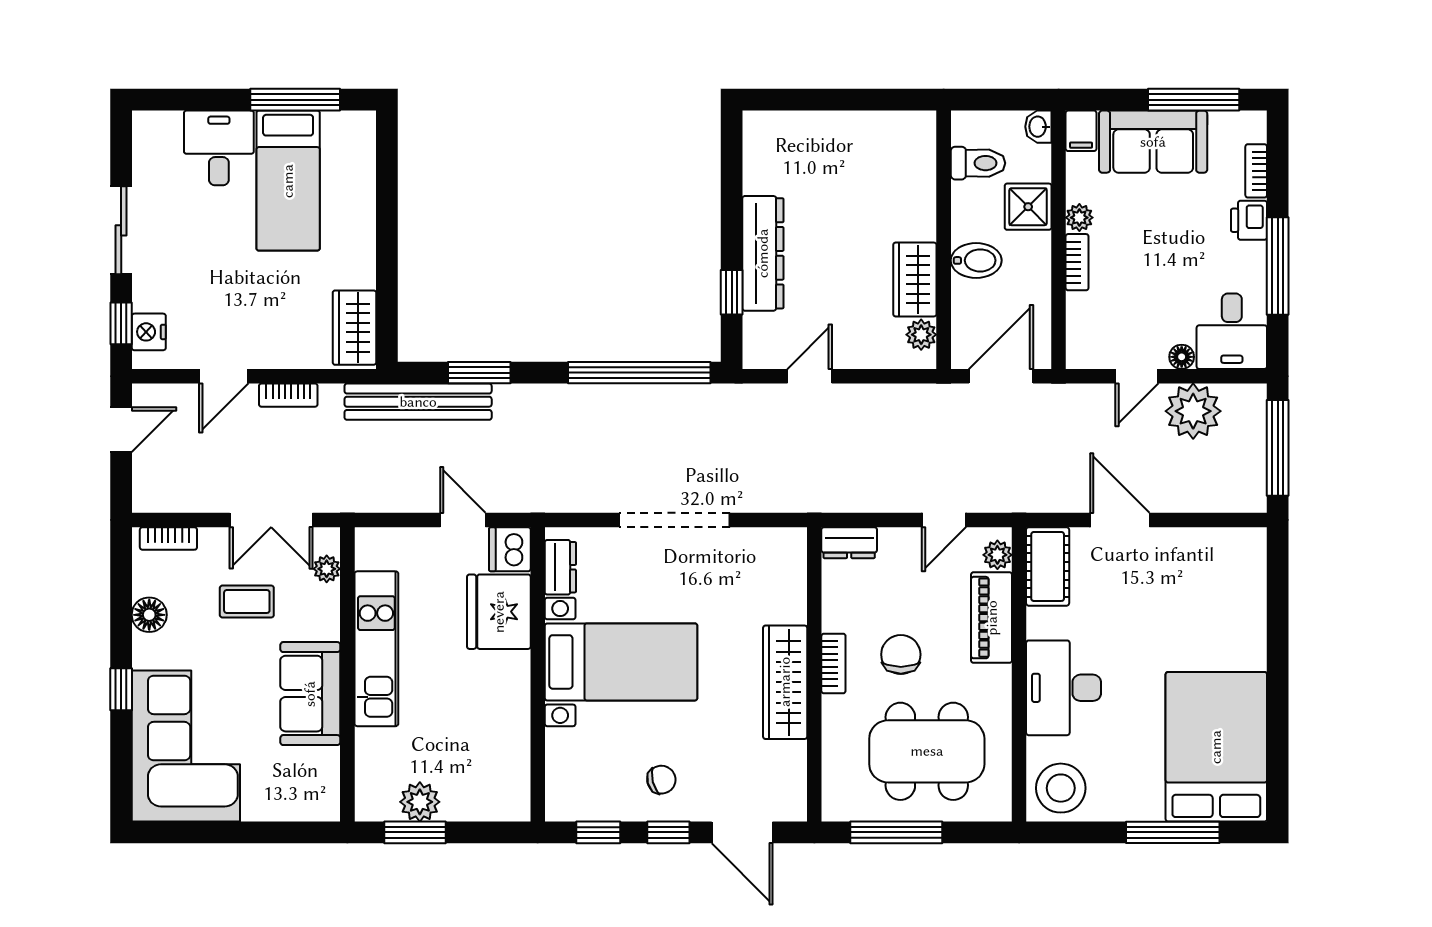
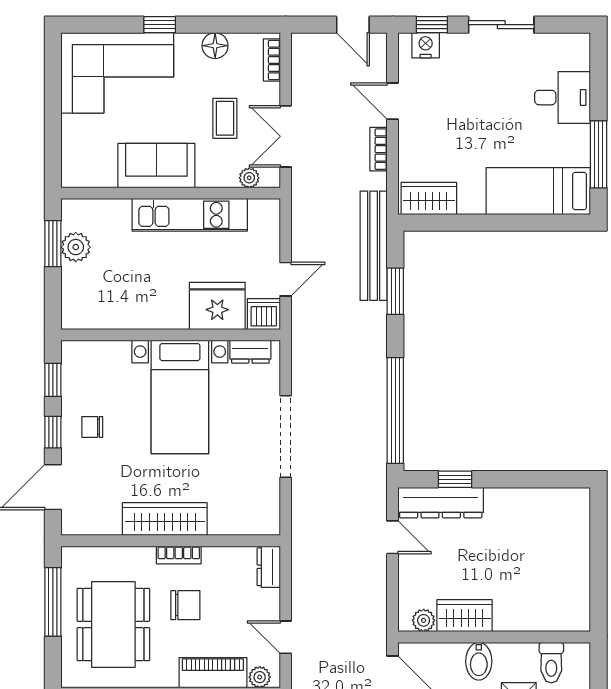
bed: (288, 181) -> (538, 191), moved
dresser: (763, 253) -> (441, 503), moved
chair: (661, 780) -> (92, 427), turned 105

